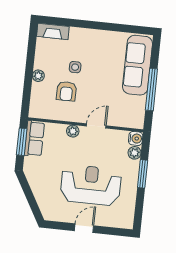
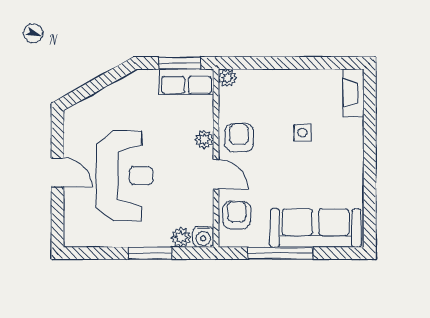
plant: (38, 76) -> (227, 78), moved
armchair: (66, 91) -> (239, 138), moved, turned 90
armchair: (124, 115) -> (237, 215), added

